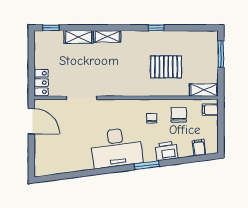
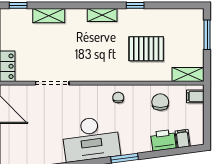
shelving: (107, 36) -> (102, 15), moved
chair: (152, 118) -> (118, 98), moved
printer: (166, 151) -> (163, 140), moved

